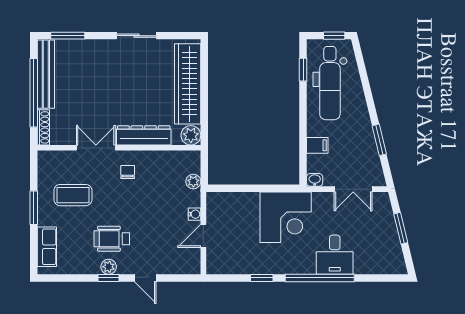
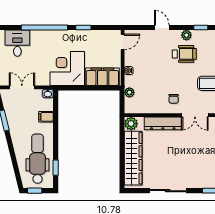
sliding door: (137, 36) -> (168, 191), width x1.37
filing cabinet: (234, 205) -> (102, 77), added
door: (203, 236) -> (123, 42), moved
desk: (335, 255) -> (17, 43), moved
window: (109, 278) -> (201, 28), moved

